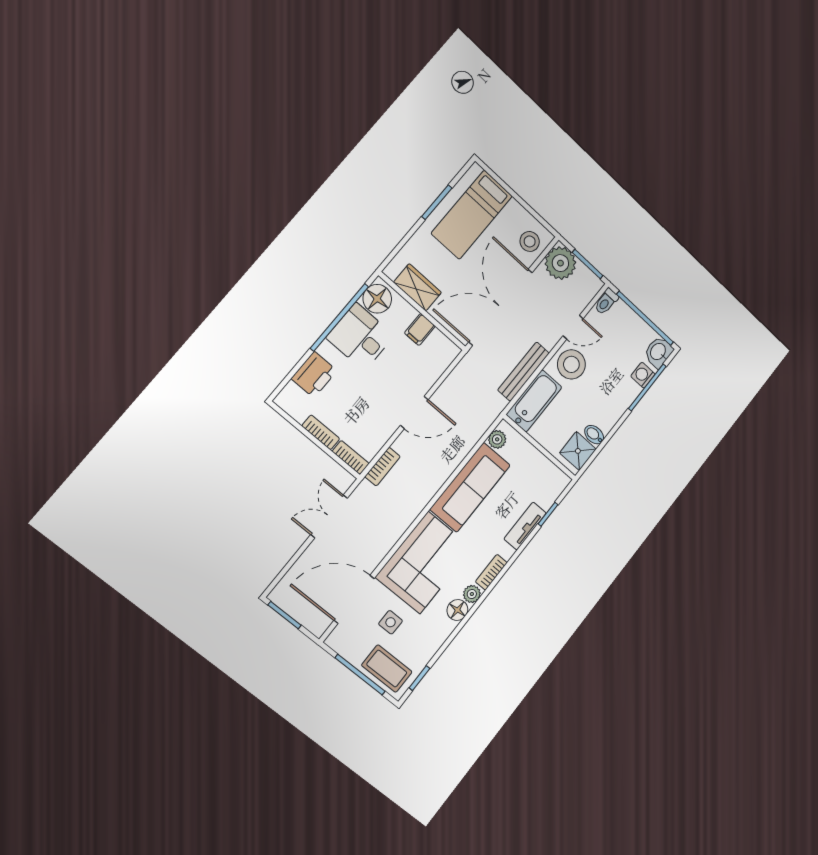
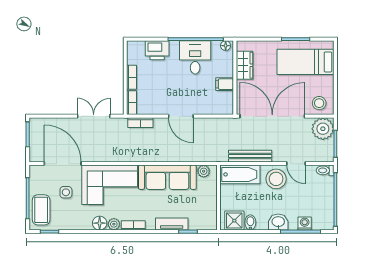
floor lamp: (377, 299) -> (226, 46), width x0.53, depth x0.53
washbasin: (658, 352) -> (278, 222), moved

